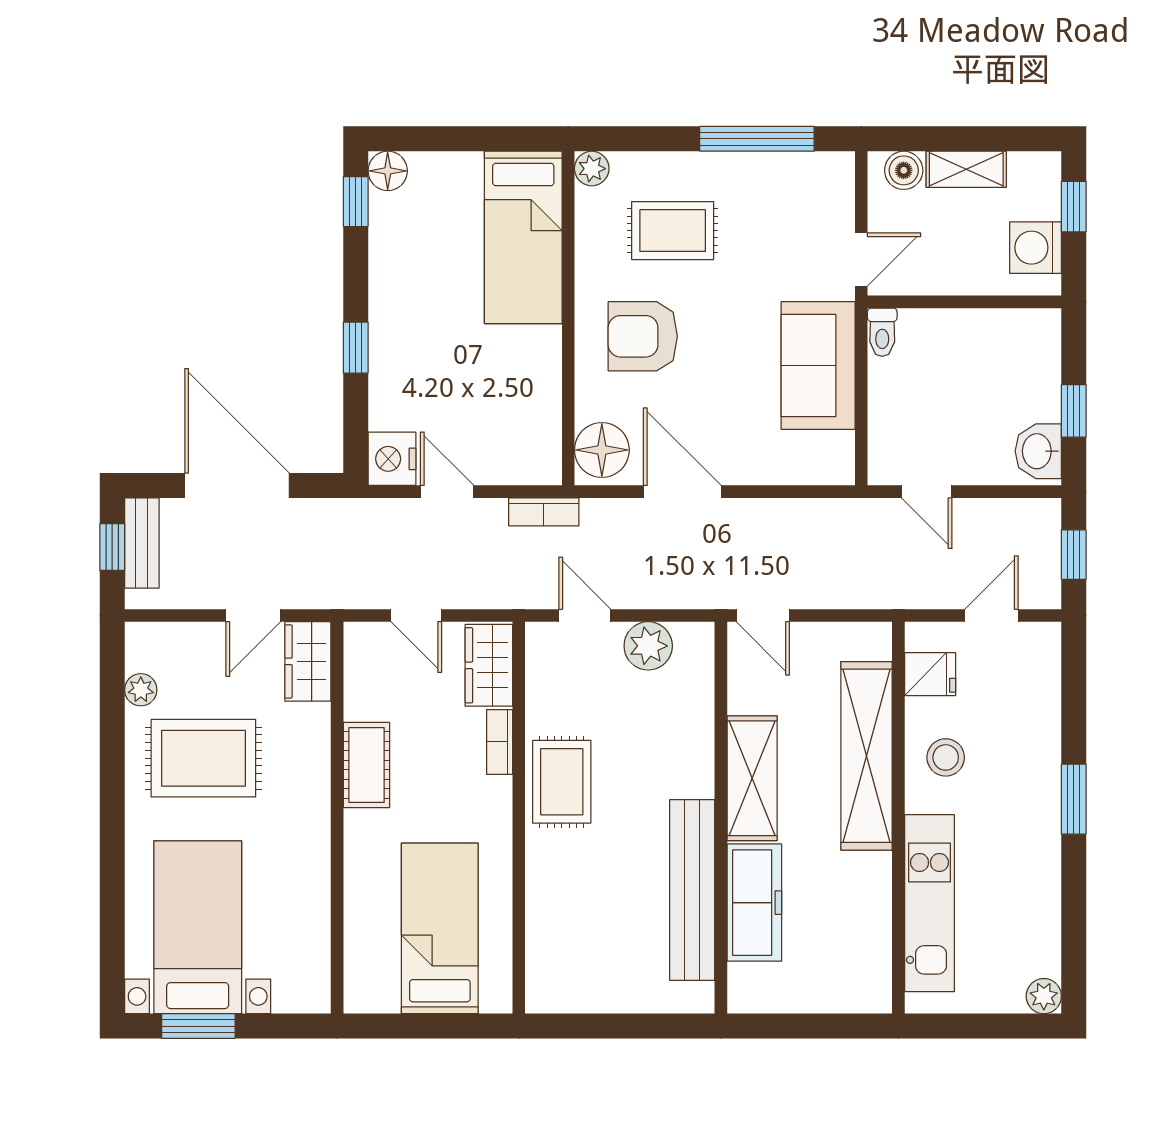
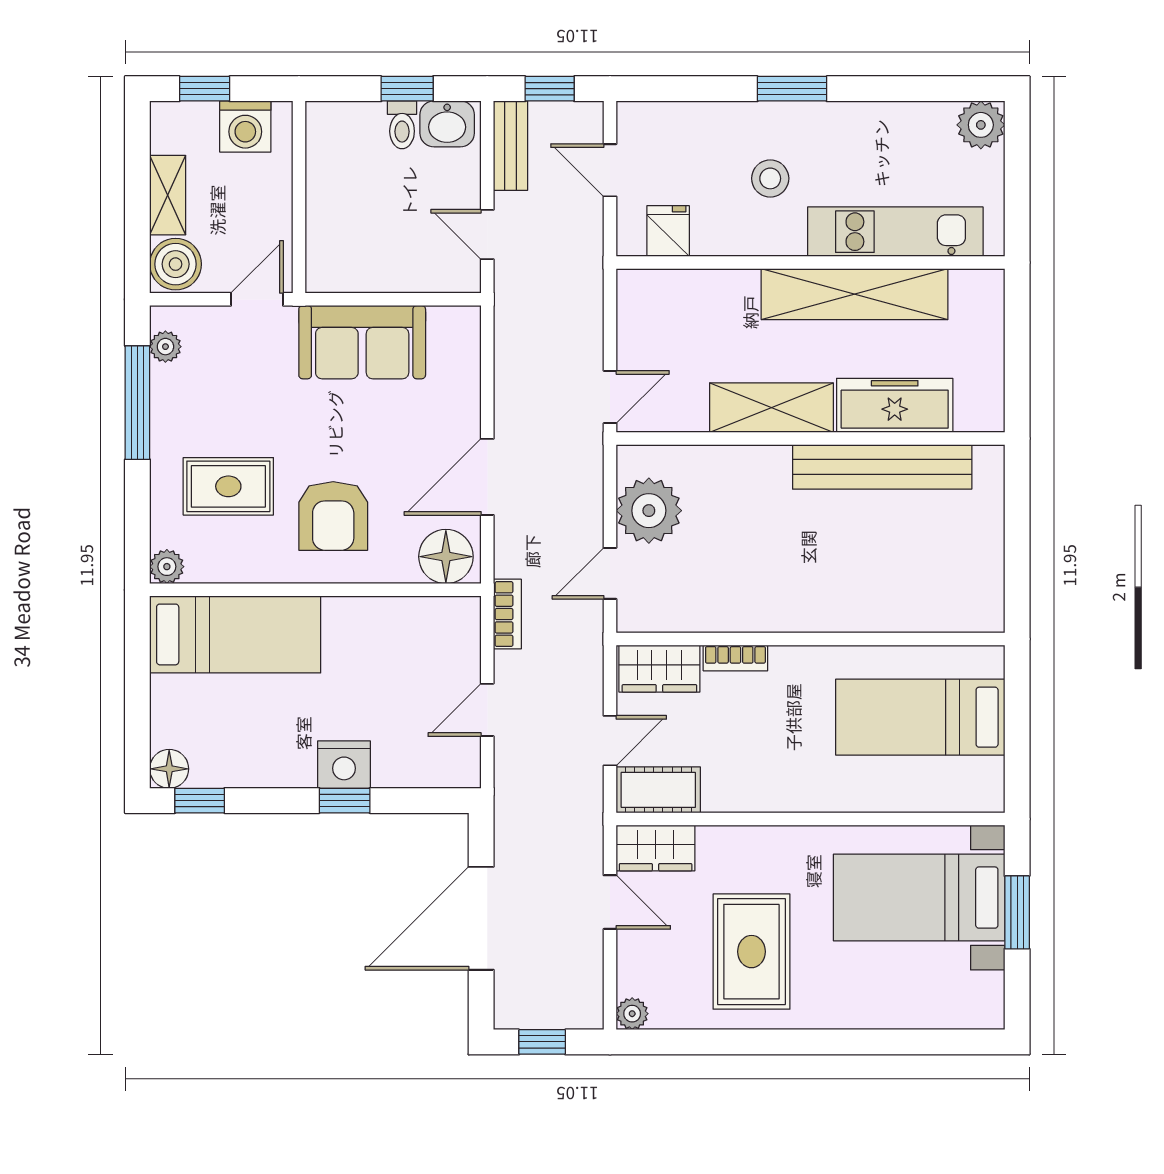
plant: (814, 167) -> (165, 347), added
boiler: (904, 170) -> (176, 264), width x1.36, depth x1.36
rug: (673, 231) -> (228, 486), turned 90
door: (861, 259) -> (257, 299), hinge flipped
toilet: (882, 332) -> (402, 125), moved, turned 90
nightstand: (392, 459) -> (344, 765), moved
door: (927, 492) -> (487, 235), swing flipped
bench: (142, 543) -> (510, 146), moved, turned 90
plant: (648, 646) -> (649, 511), width x1.36, depth x1.36
plant: (141, 690) -> (632, 1014), moved
shelving: (866, 756) -> (855, 294), moved
stool: (946, 757) -> (770, 178), moved
cot: (366, 765) -> (658, 790), moved
rug: (562, 782) -> (775, 596), removed
bed with nightstands: (198, 927) -> (919, 898), moved
plant: (1044, 996) -> (981, 125), width x1.38, depth x1.38
window: (198, 1026) -> (1017, 912), moved

